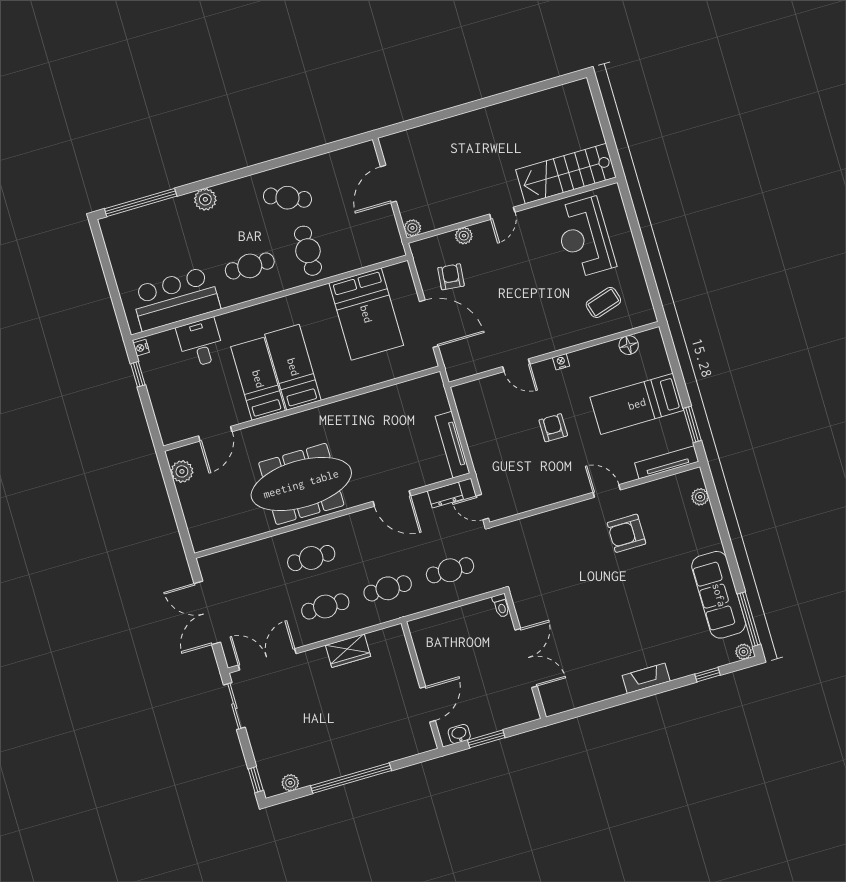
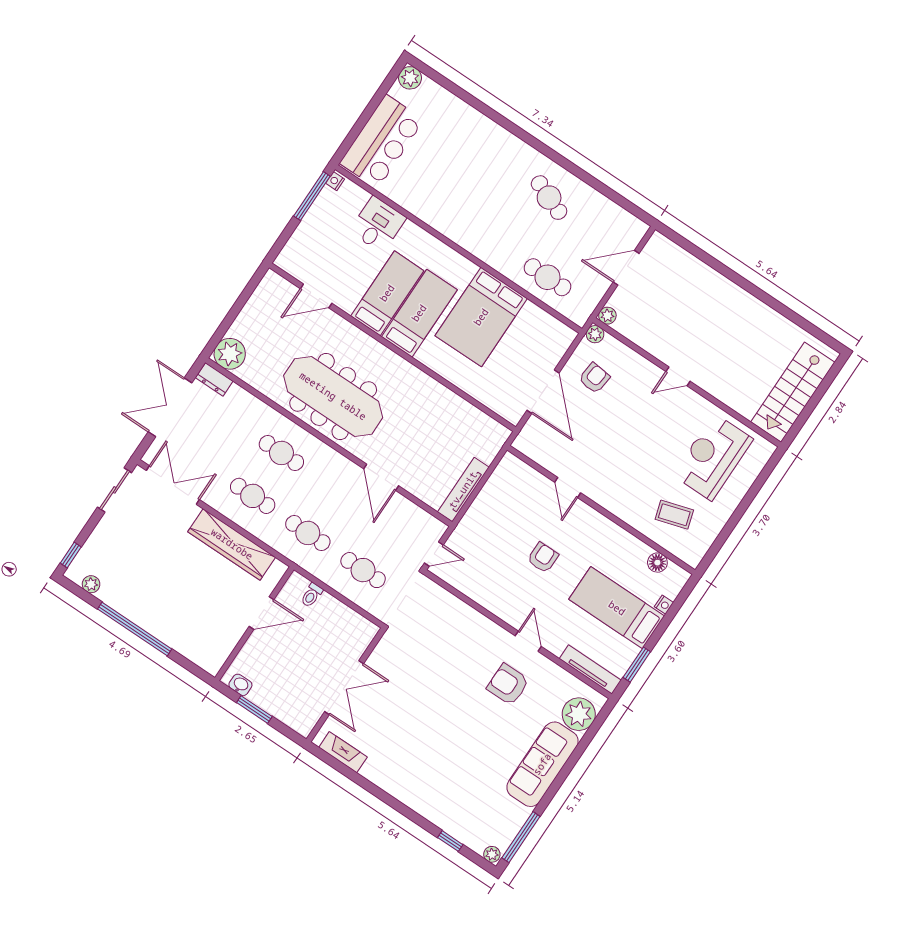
stairs: (566, 174) -> (793, 392), moved, turned -90
plant: (205, 199) -> (410, 78), moved
window: (141, 202) -> (449, 85), removed
plant: (464, 236) -> (595, 334), moved
cafe table: (308, 251) -> (548, 277), moved, turned 90
cafe table: (250, 266) -> (471, 213), removed
bar counter: (175, 299) -> (382, 142), moved, turned 90
bed: (366, 314) -> (481, 317), moved
nightstand: (561, 362) -> (664, 605), moved, turned 90
window: (138, 374) -> (312, 196), width x2.17
plant: (182, 471) -> (230, 354), moved, width x1.36, depth x1.36
dresser: (445, 495) -> (214, 379), moved
plant: (700, 497) -> (579, 714), width x1.88, depth x1.88
door: (482, 507) -> (434, 554), swing flipped
sofa: (719, 595) -> (542, 764), moved
toilet: (501, 606) -> (312, 595), moved
wardrobe: (348, 651) -> (232, 544), width x2.10, depth x1.17
fireplace: (646, 678) -> (343, 752), moved
door: (428, 704) -> (262, 613), moved

